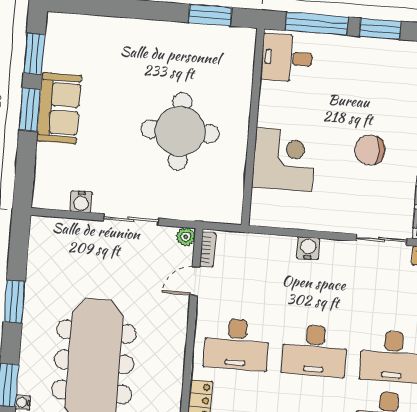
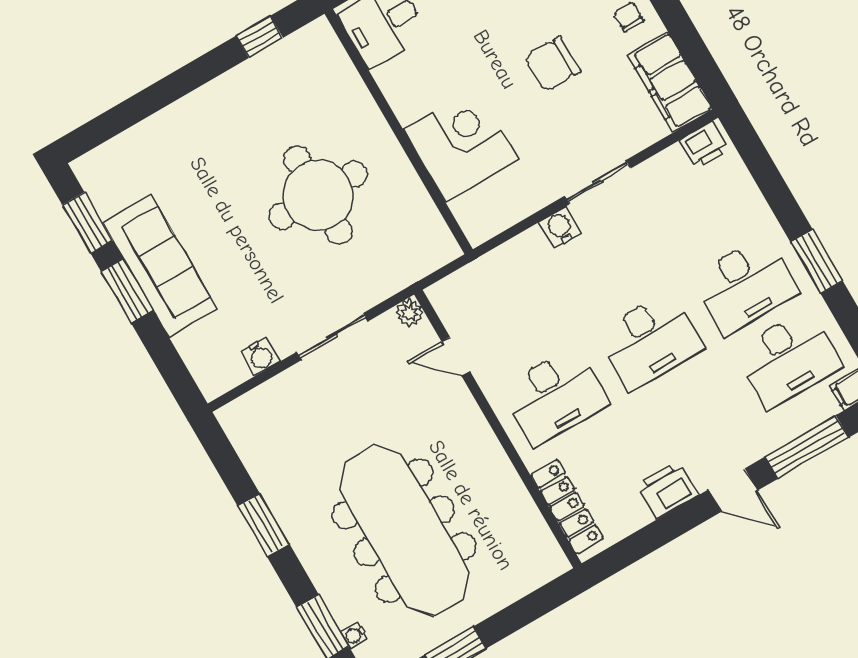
window: (210, 15) -> (259, 37), width x0.67
sofa: (59, 108) -> (160, 266), width x1.36
sliding door: (382, 240) -> (598, 182), moved
bookcase: (208, 250) -> (445, 310), removed
door: (195, 281) -> (456, 356), hinge flipped

